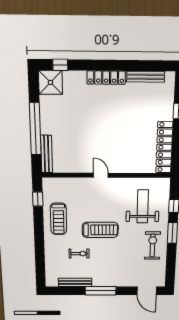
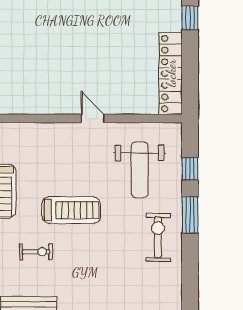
door: (101, 175) -> (93, 119), moved
weight bench: (143, 206) -> (140, 170), turned 180

